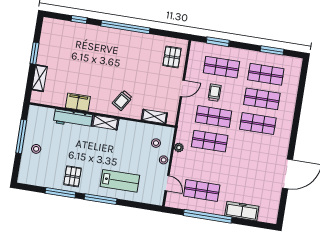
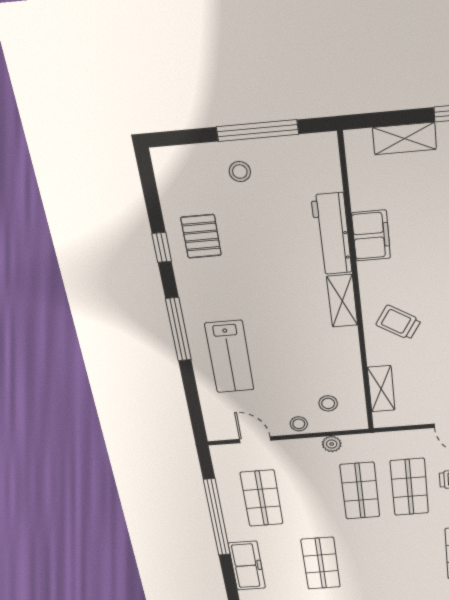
shop shelf: (258, 124) -> (321, 563), moved
pallet: (72, 176) -> (201, 236), moved, turned 90
door: (167, 183) -> (255, 440), swing flipped
window: (60, 193) -> (162, 247), width x0.46

